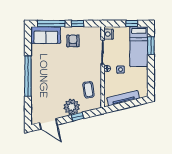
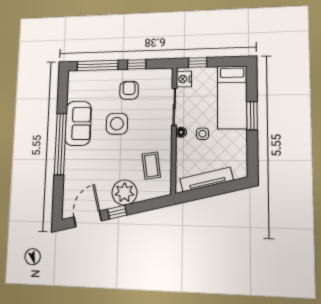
window: (132, 24) -> (198, 63), moved
sofa: (46, 35) -> (78, 123), moved, turned -90
window: (151, 46) -> (252, 116), moved
side table: (66, 63) -> (117, 124), added
window: (78, 117) -> (117, 212), moved
door: (48, 124) -> (88, 219), swing flipped

